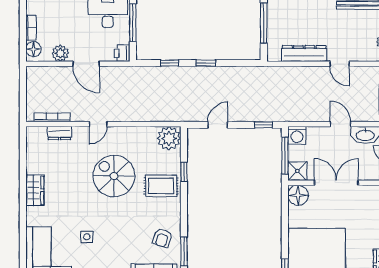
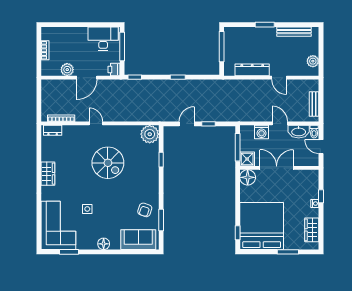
floor lamp: (33, 49) -> (47, 67), removed
window: (170, 63) -> (135, 77), moved
door: (86, 64) -> (87, 78), hinge flipped
door: (98, 124) -> (96, 123), swing flipped
window: (263, 125) -> (208, 124), moved
dresser: (60, 133) -> (53, 130), moved
washing machine: (297, 135) -> (262, 132), moved
spiral stairs: (114, 176) -> (108, 163), turned 180
rug: (161, 186) -> (144, 170), removed

